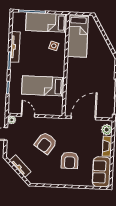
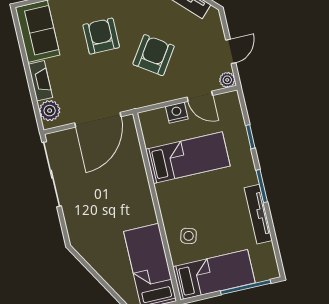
nightstand: (42, 110) -> (177, 113), added

